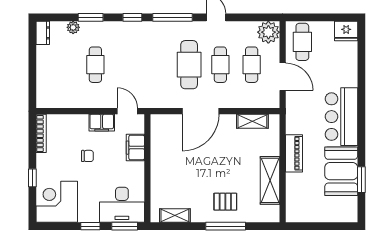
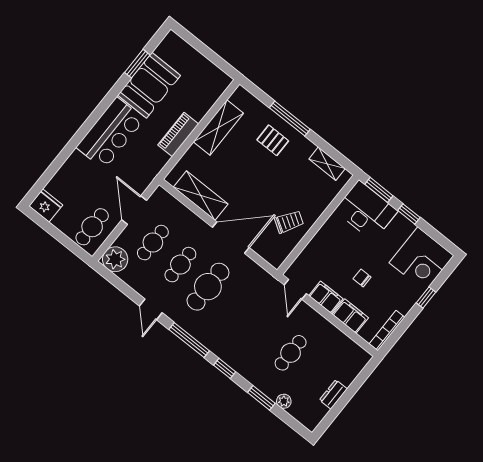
dresser: (43, 33) -> (333, 394), moved
shelving: (252, 121) -> (201, 195), width x1.50, depth x1.33
filing cabinet: (135, 148) -> (350, 316), moved, turned -90
trolley: (169, 154) -> (289, 222), added

